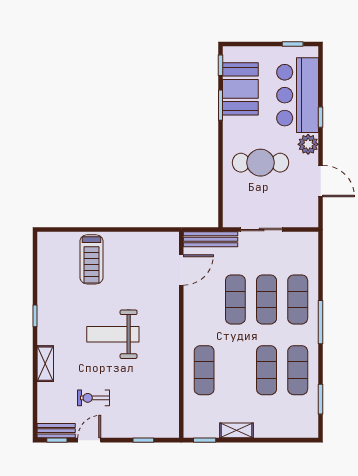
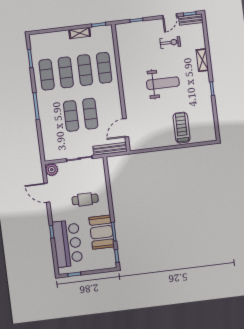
booth: (240, 89) -> (102, 232), moved
plant: (308, 144) -> (52, 170), moved
cafe table: (260, 163) -> (85, 199), width x0.73, depth x0.74
exercise mat: (298, 299) -> (85, 70), moved

